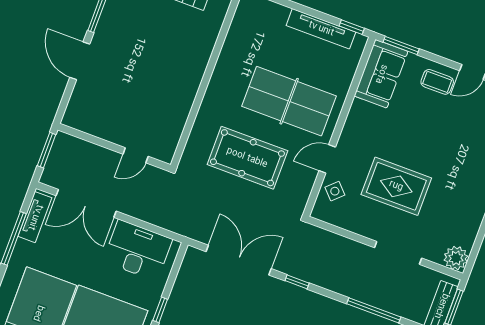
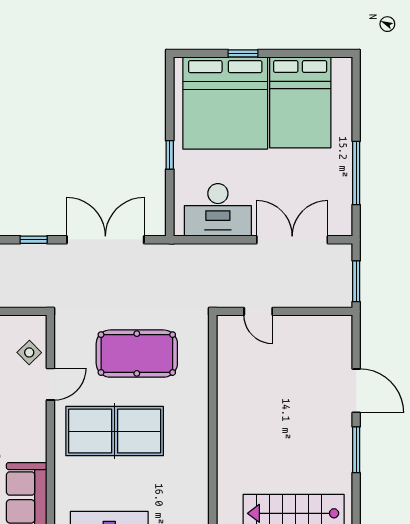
door: (136, 155) -> (258, 311), swing flipped
tv unit: (35, 217) -> (342, 204), removed
double door: (239, 260) -> (105, 240), swing flipped

